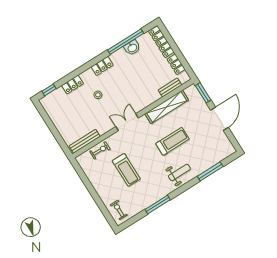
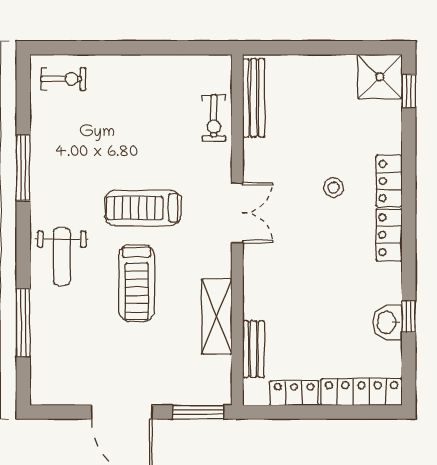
window: (126, 42) -> (409, 317), width x0.32
locker: (73, 85) -> (389, 181), moved
shower: (50, 103) -> (380, 77), added
shelving: (167, 107) -> (217, 317), width x0.68
treadmill: (126, 170) -> (143, 208), moved

